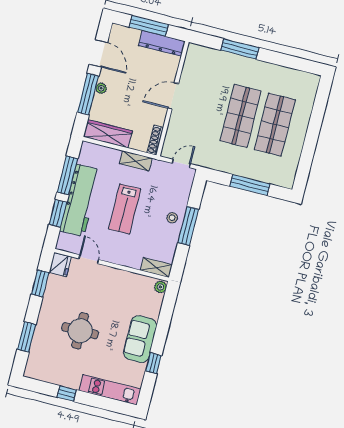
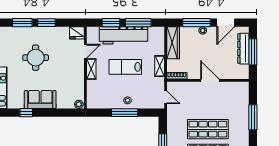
dresser: (162, 43) -> (243, 49), moved
shelving: (156, 267) -> (91, 69), moved
window: (40, 283) -> (46, 23), moved

